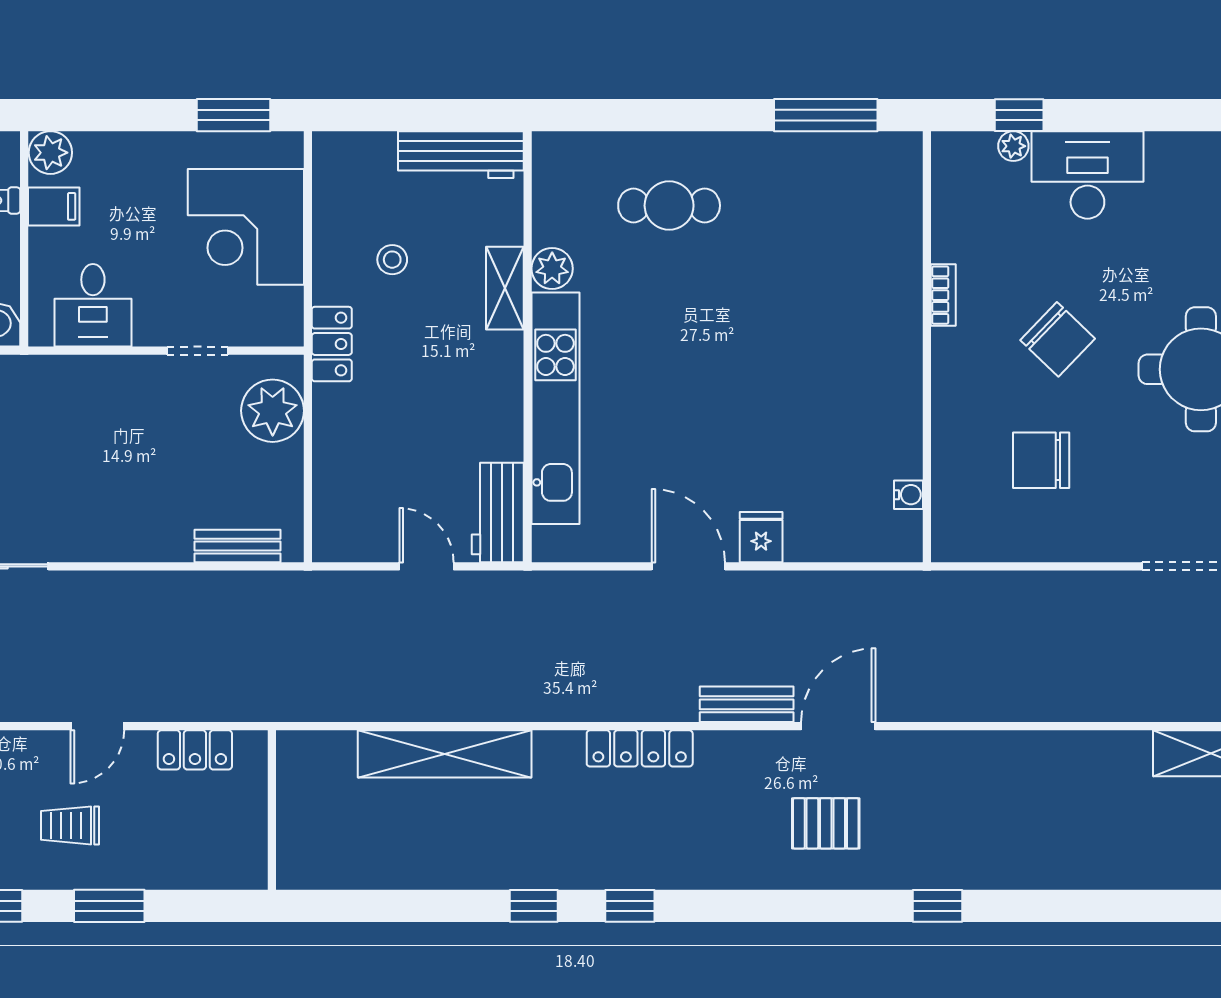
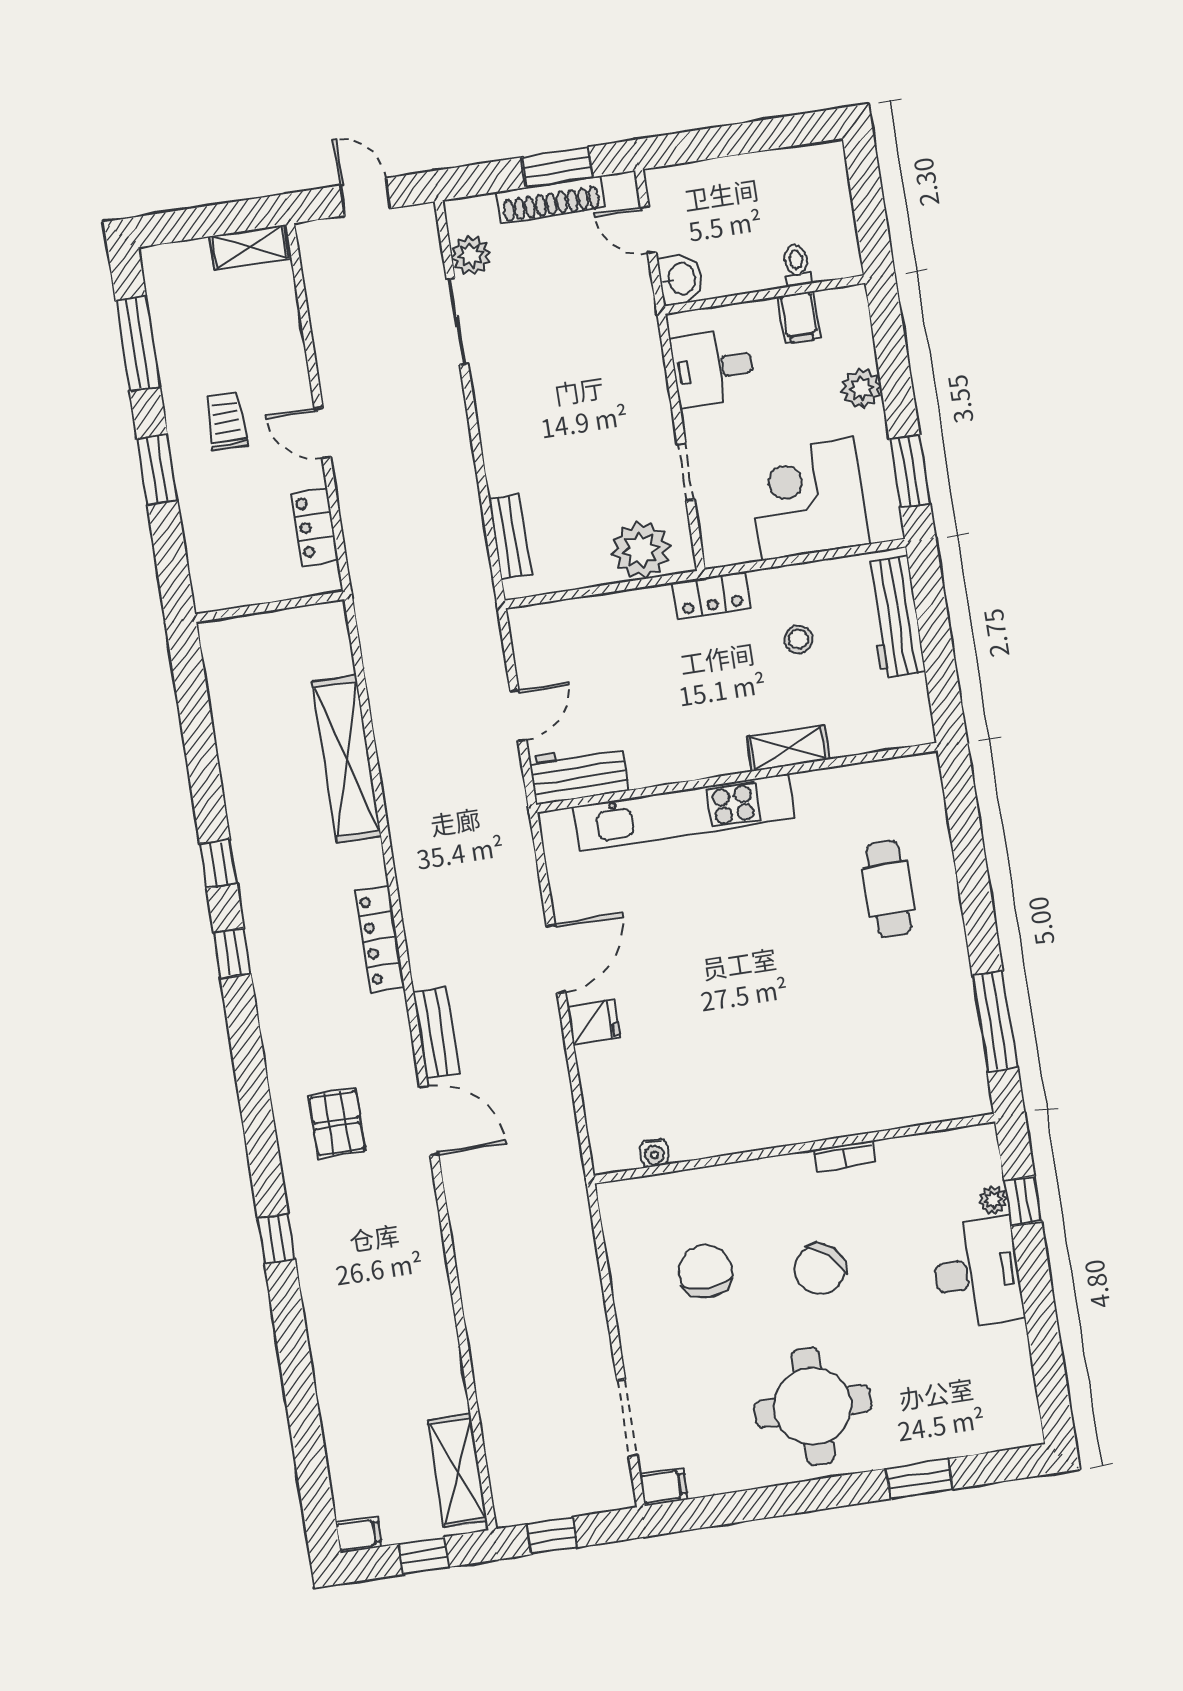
plant: (50, 153) -> (861, 388), moved
workbench: (461, 155) -> (895, 617), moved
plant: (552, 269) -> (813, 789), removed

